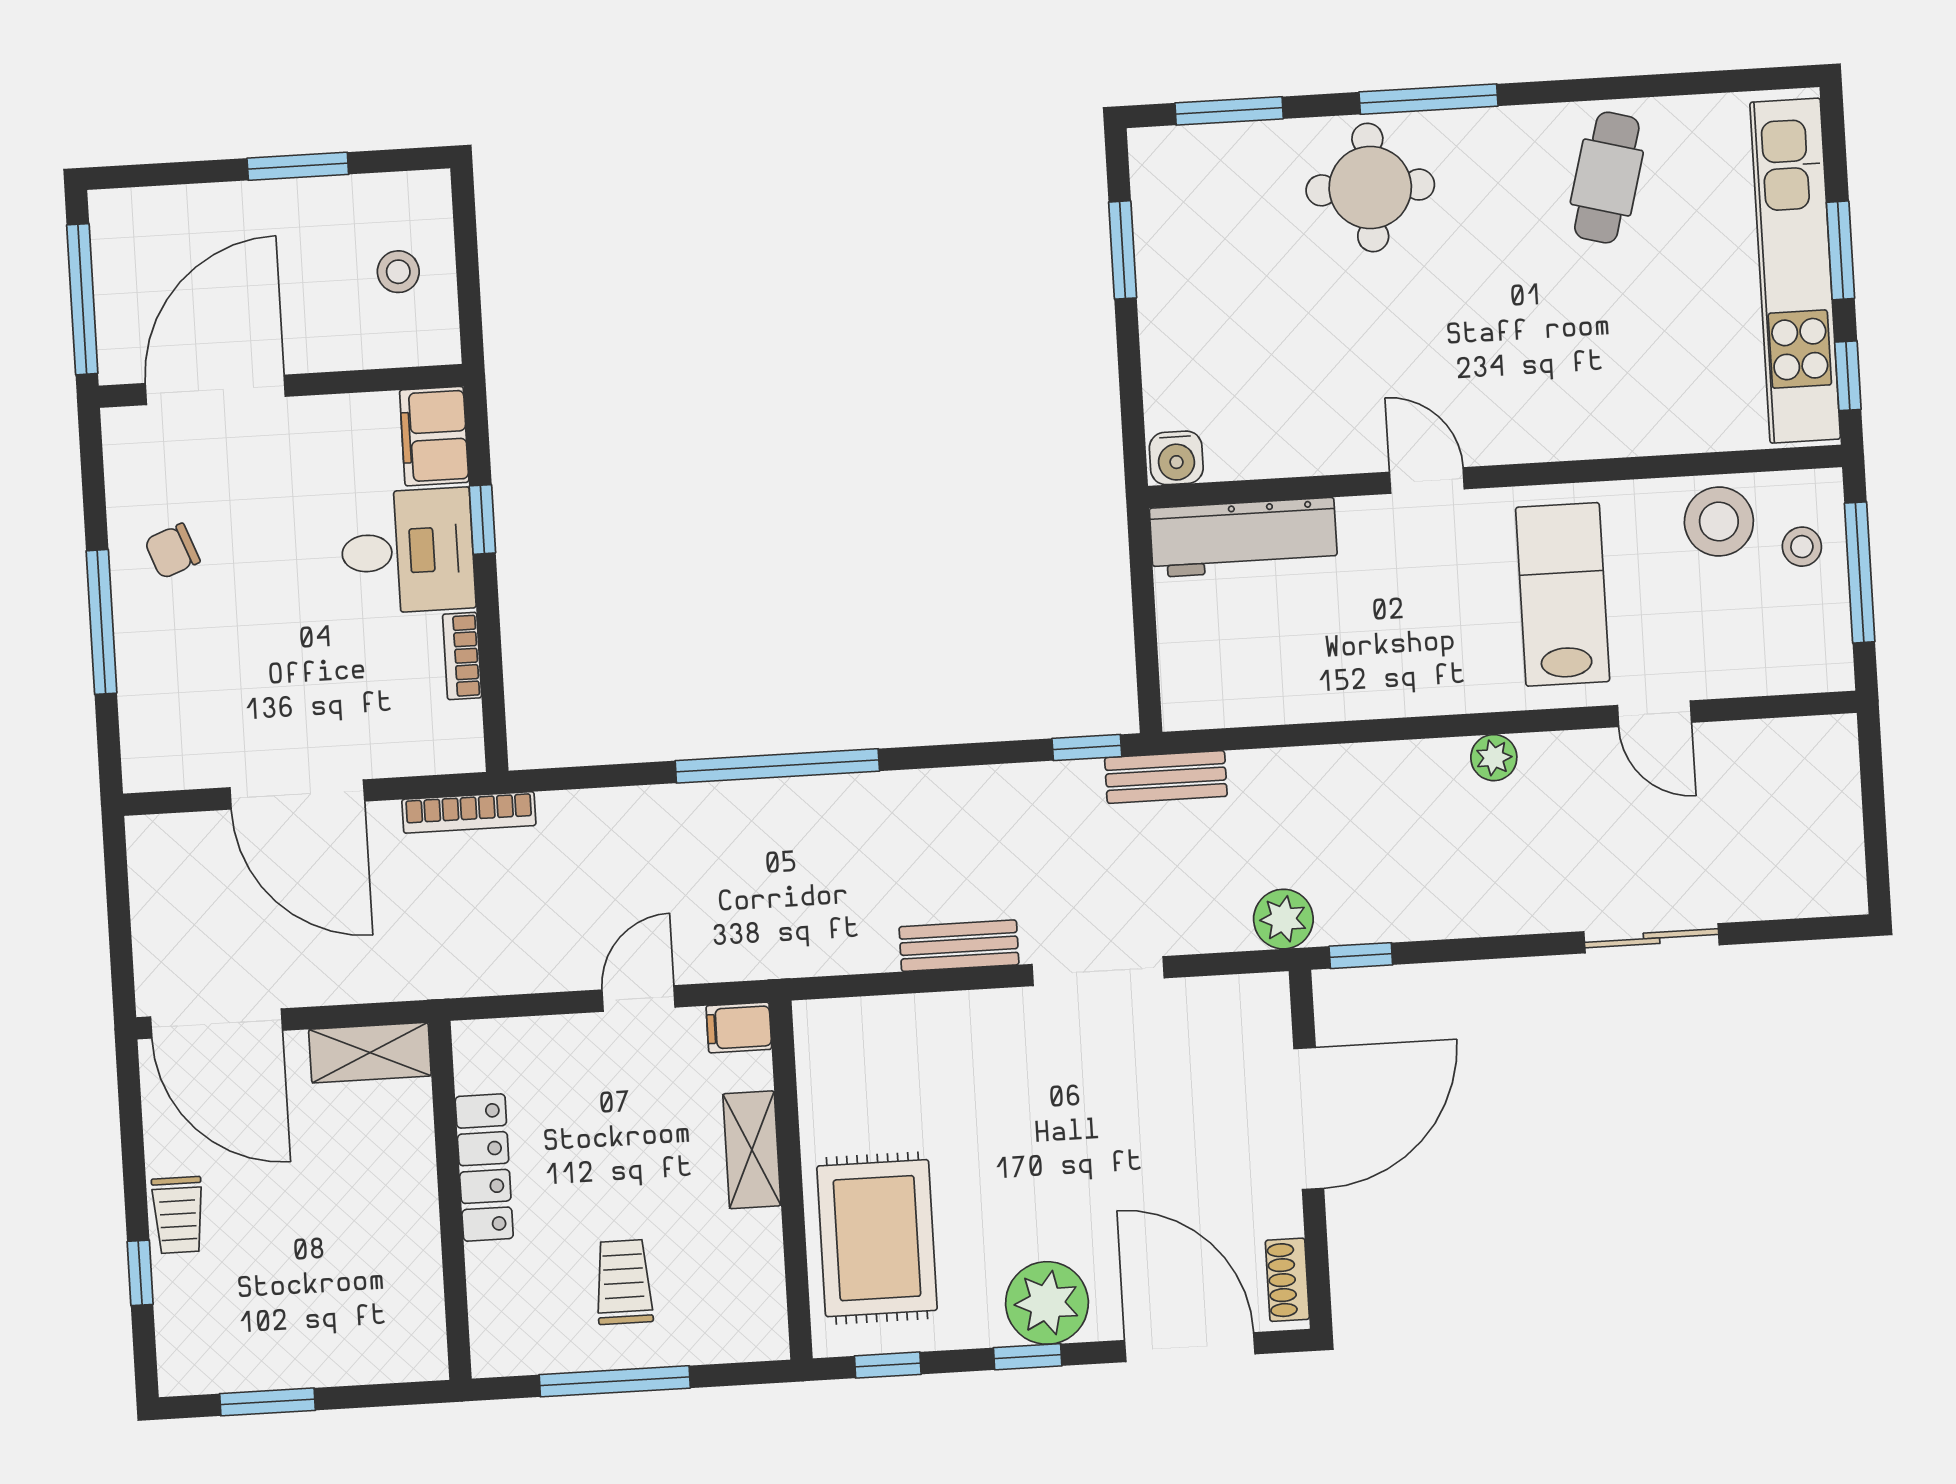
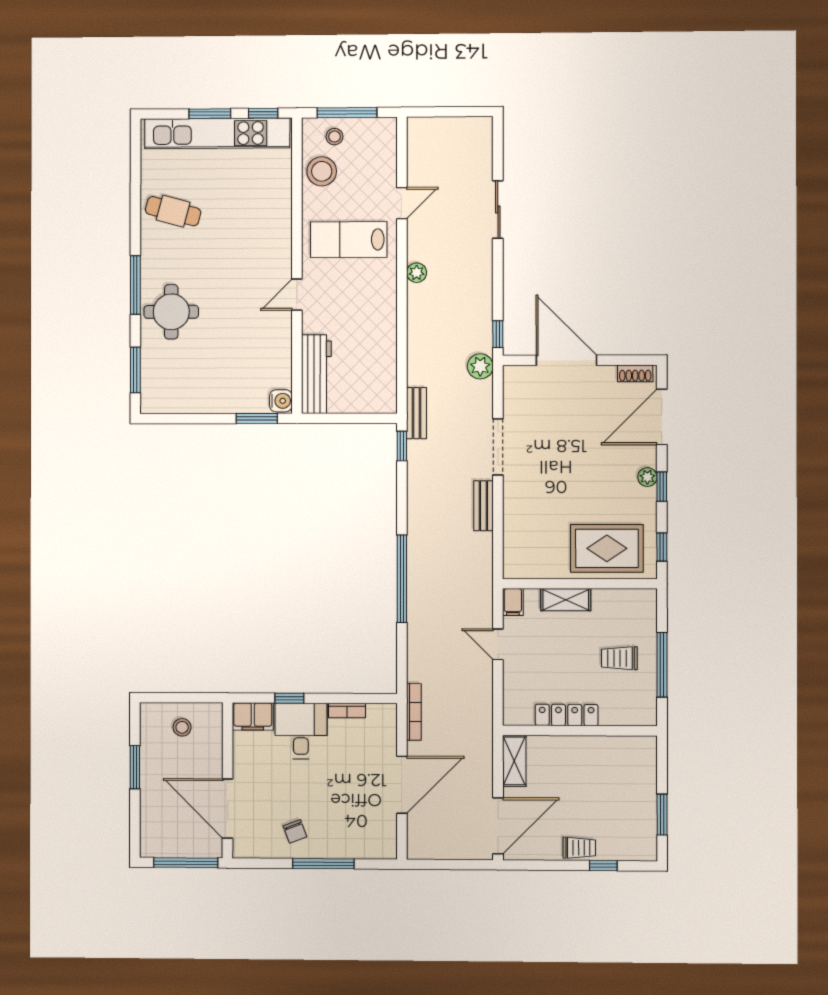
window: (1123, 250) -> (257, 418), moved
plant: (1047, 1303) -> (647, 477), width x0.53, depth x0.53

